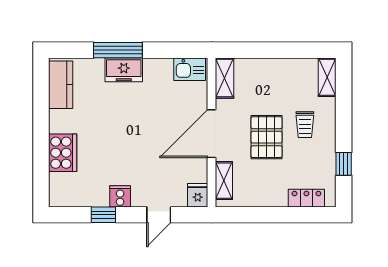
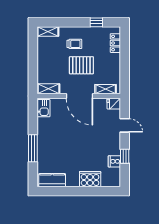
freezer: (124, 70) -> (44, 145), removed
cooker: (120, 196) -> (114, 161), moved

